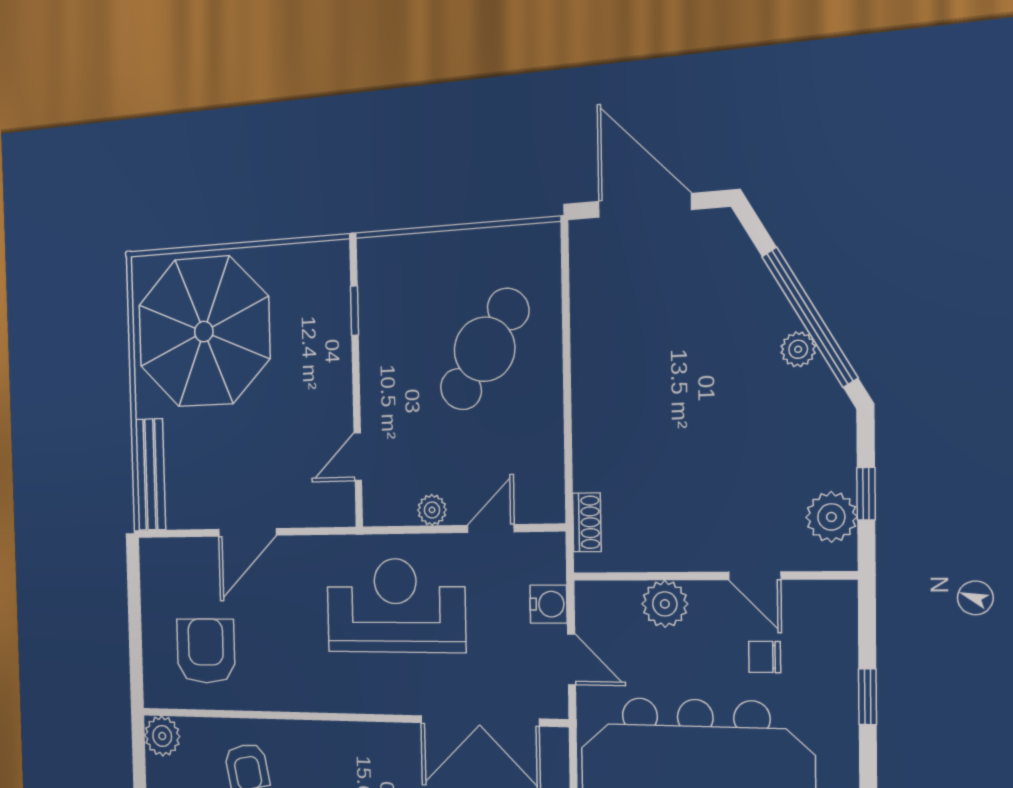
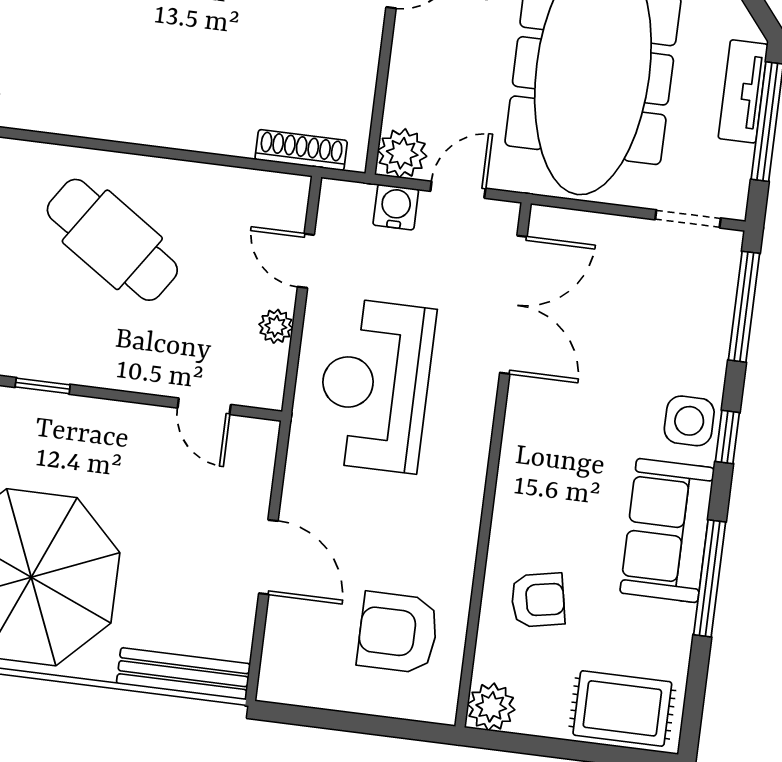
shoe rack: (587, 522) -> (301, 150), width x1.43
plant: (665, 604) -> (402, 153), moved

